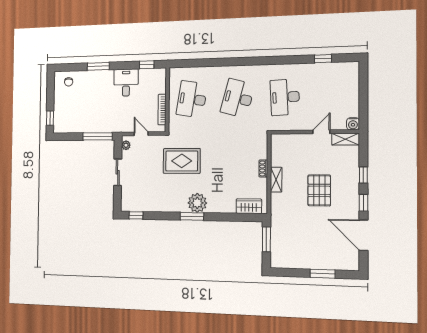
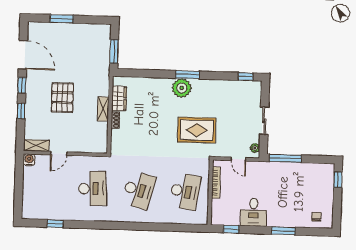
wardrobe: (249, 206) -> (119, 99), moved, turned -90

